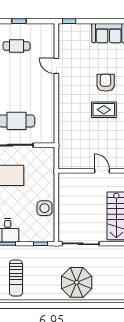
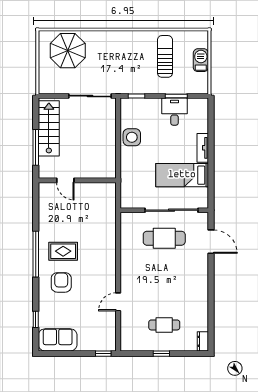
door: (56, 66) -> (118, 302), swing flipped
armchair: (106, 83) -> (61, 282), turned 180
parasol: (77, 282) -> (68, 51), moved

